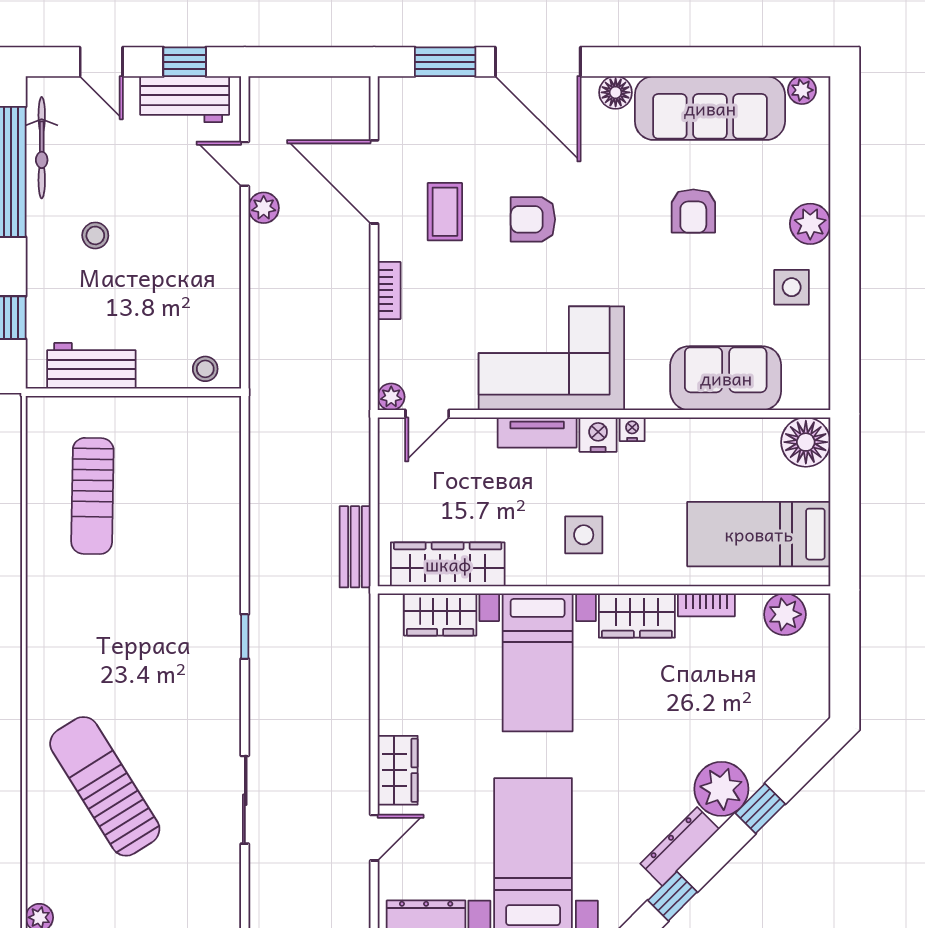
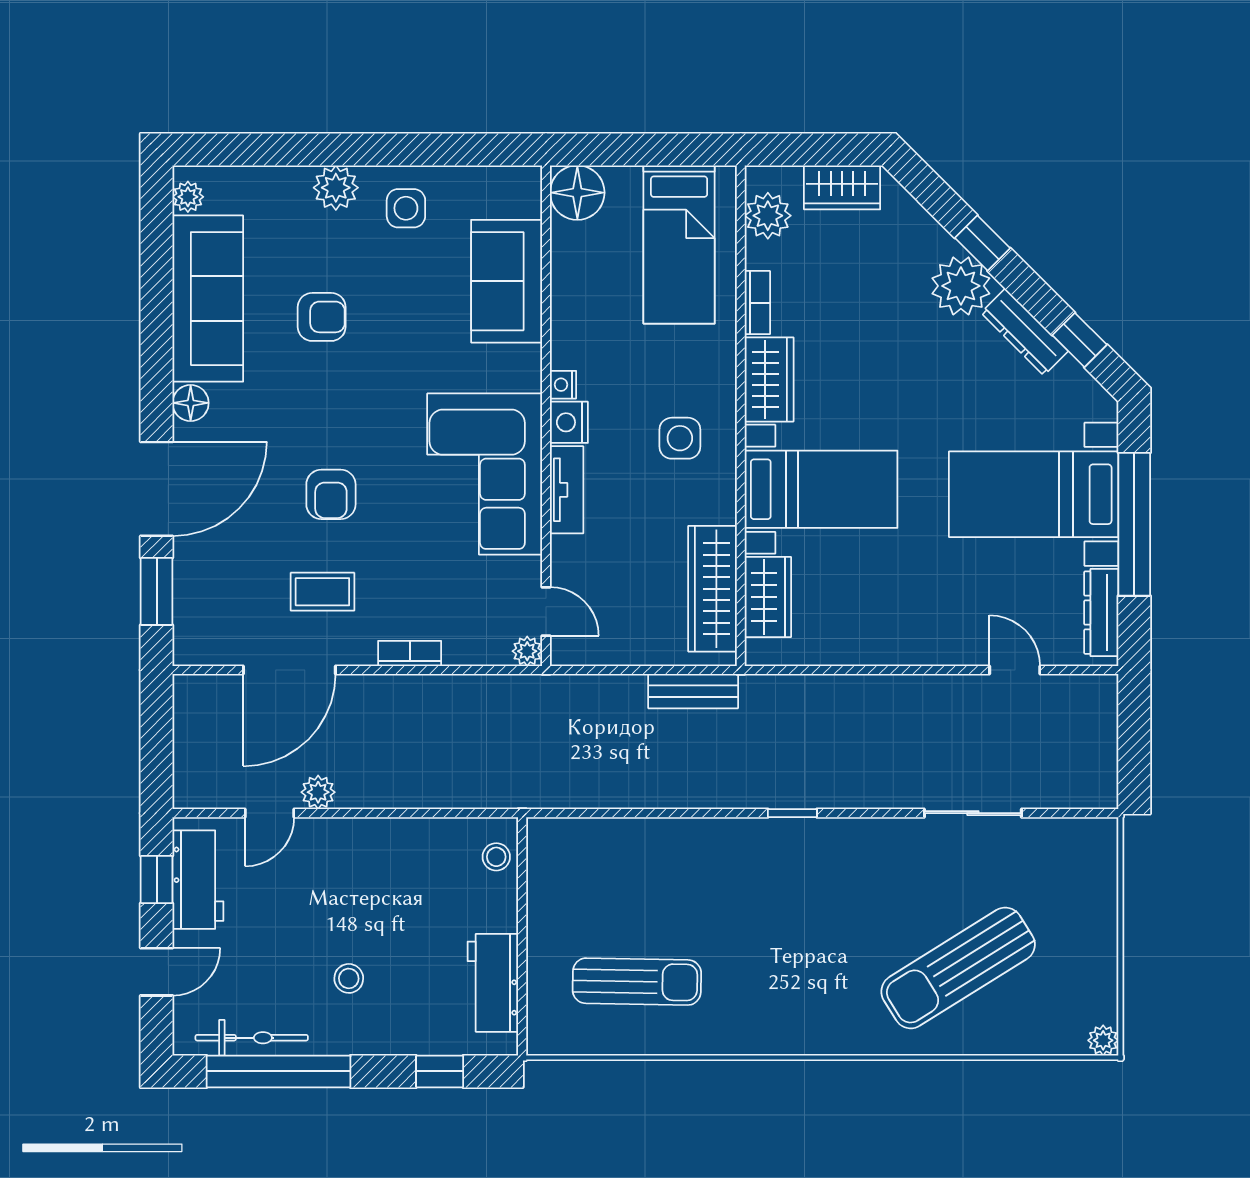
wardrobe: (398, 770) -> (842, 187), moved, turned 180

